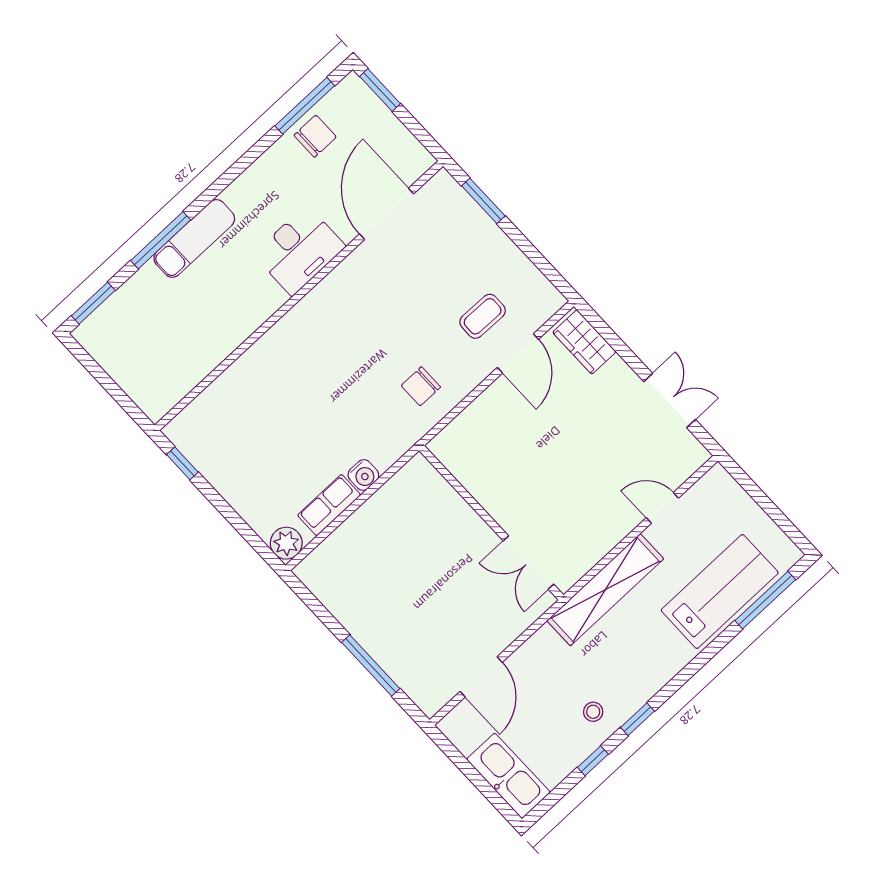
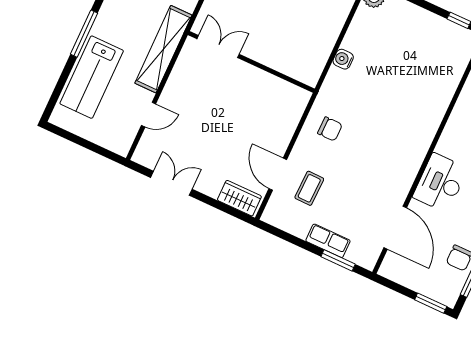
chair: (421, 386) -> (330, 129), turned 90
double door: (670, 401) -> (171, 183), swing flipped
row of seats: (329, 505) -> (328, 241), moved, turned -90
window: (765, 600) -> (84, 34), moved

